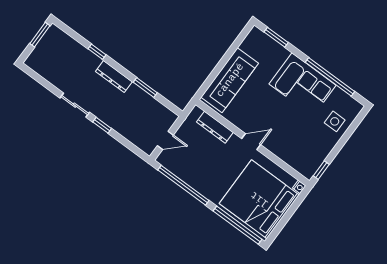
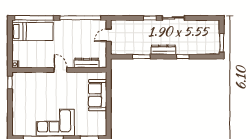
sofa: (230, 80) -> (98, 95), width x0.73
side table: (335, 121) -> (22, 115), removed
door: (251, 142) -> (61, 70), swing flipped
bed: (259, 199) -> (32, 32), width x0.49

